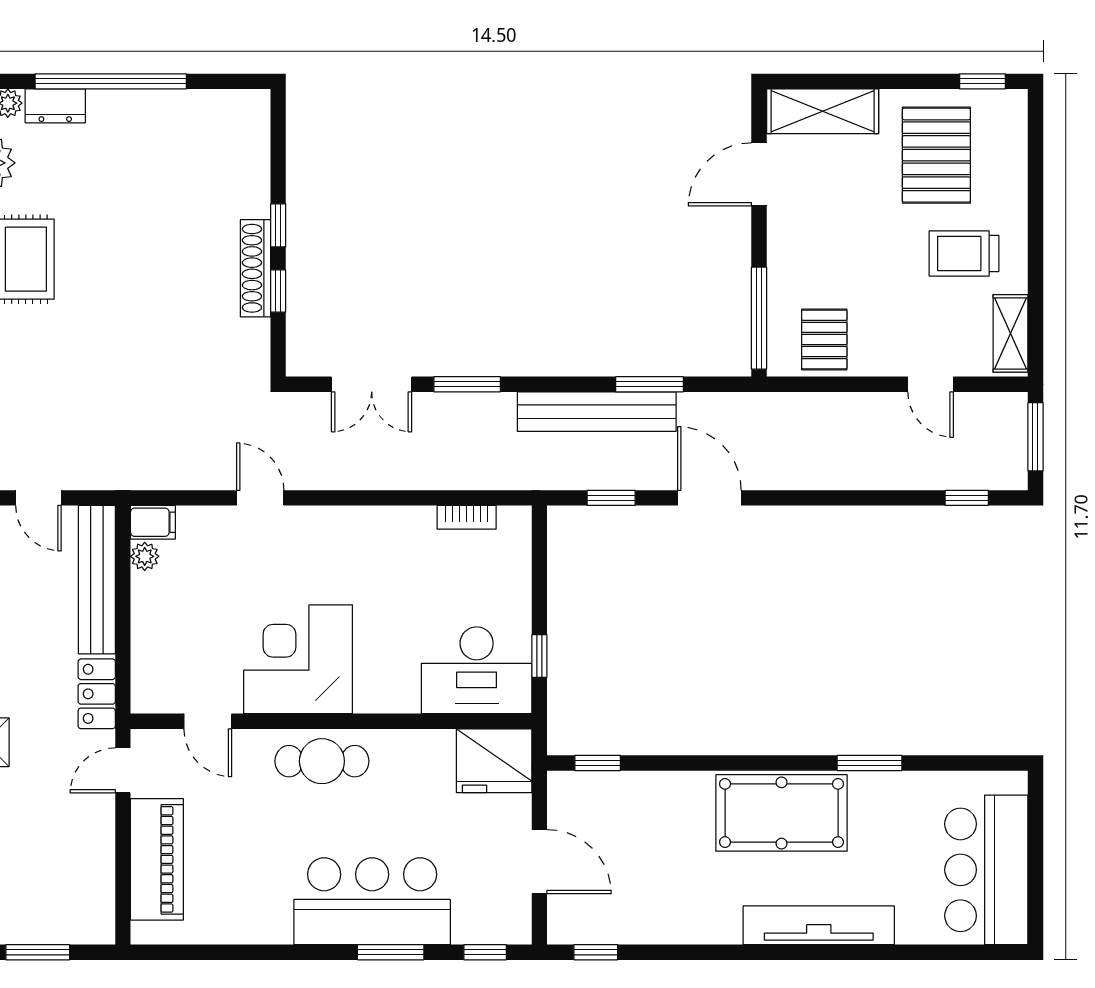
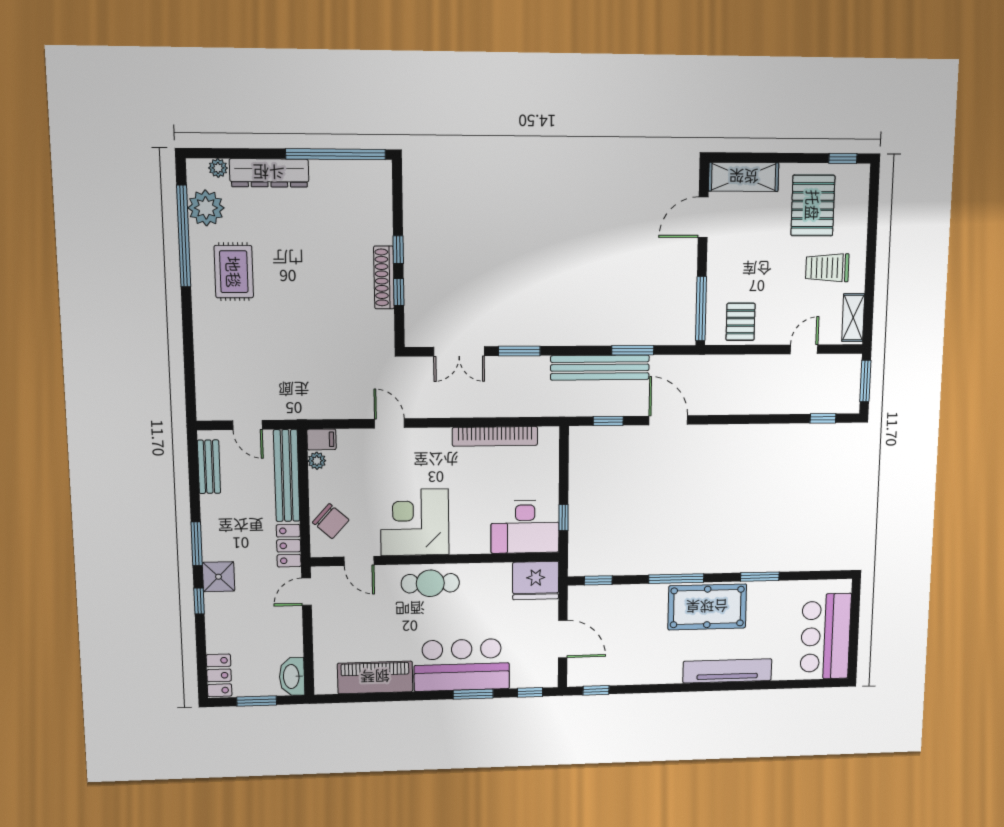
window: (111, 81) -> (336, 154), moved
dresser: (55, 106) -> (269, 173), width x1.96, depth x1.24
door: (931, 384) -> (804, 349), swing flipped
bookcase: (467, 517) -> (495, 436), width x2.31, depth x1.31
chair: (164, 655) -> (331, 521), added
window: (728, 763) -> (676, 579), added
piano: (157, 859) -> (375, 677), moved, turned -90
washbasin: (96, 912) -> (292, 676), added

